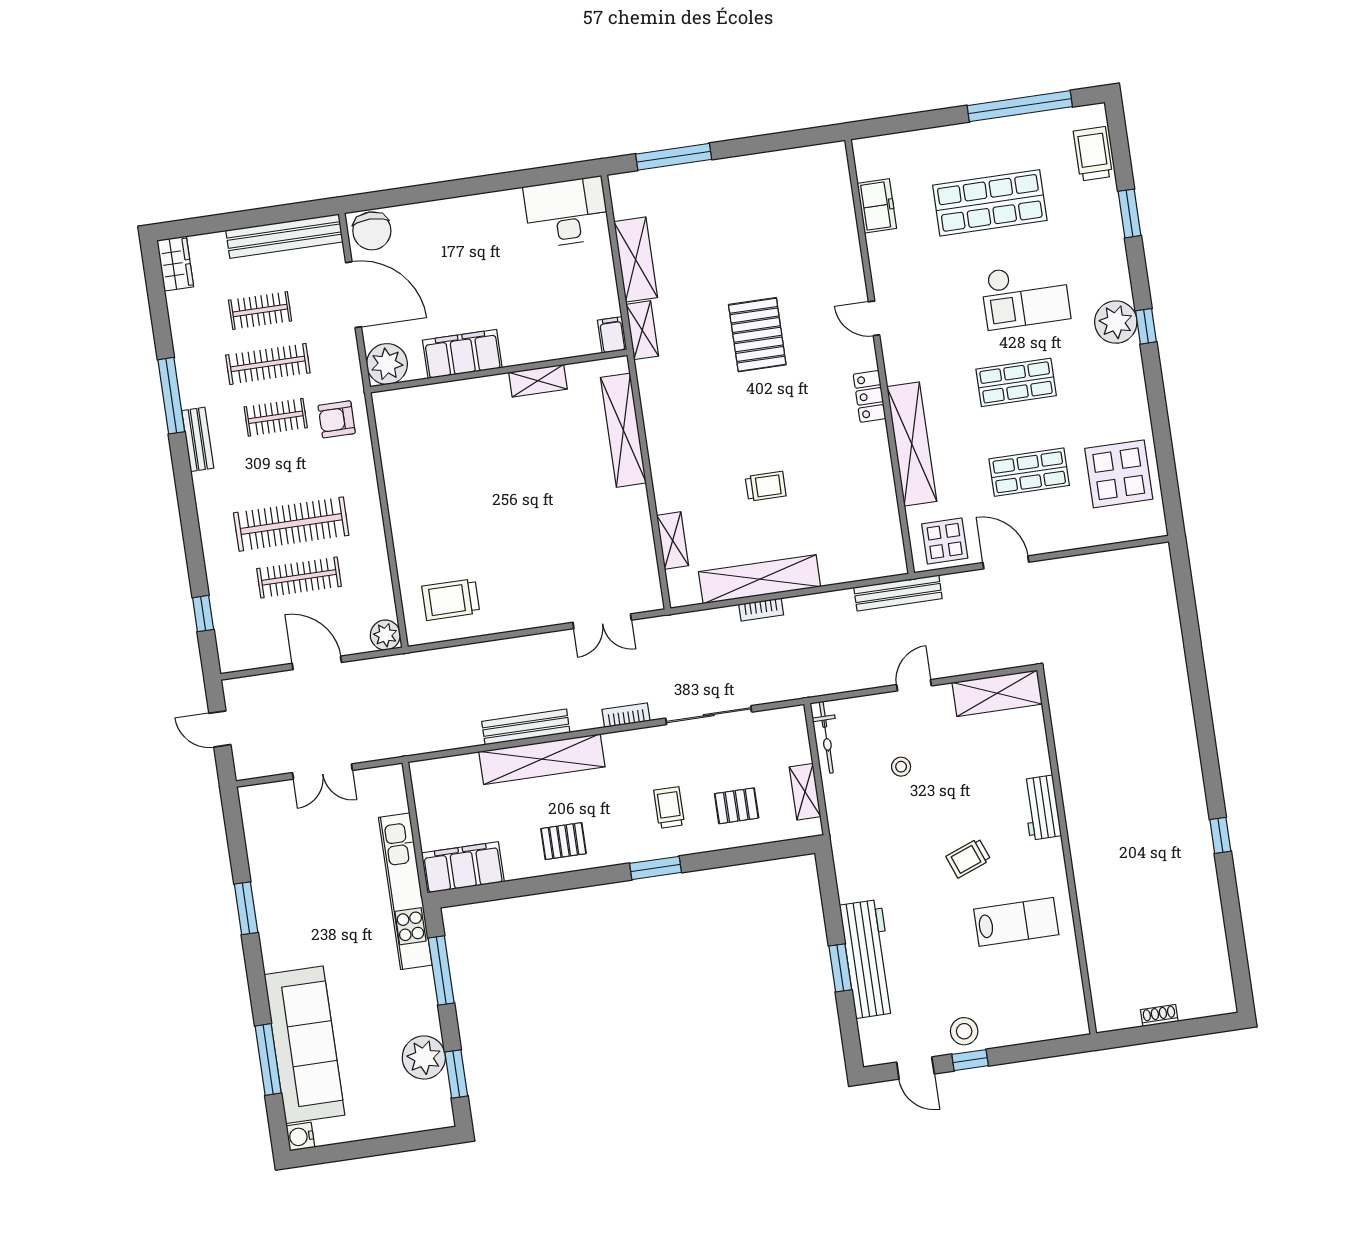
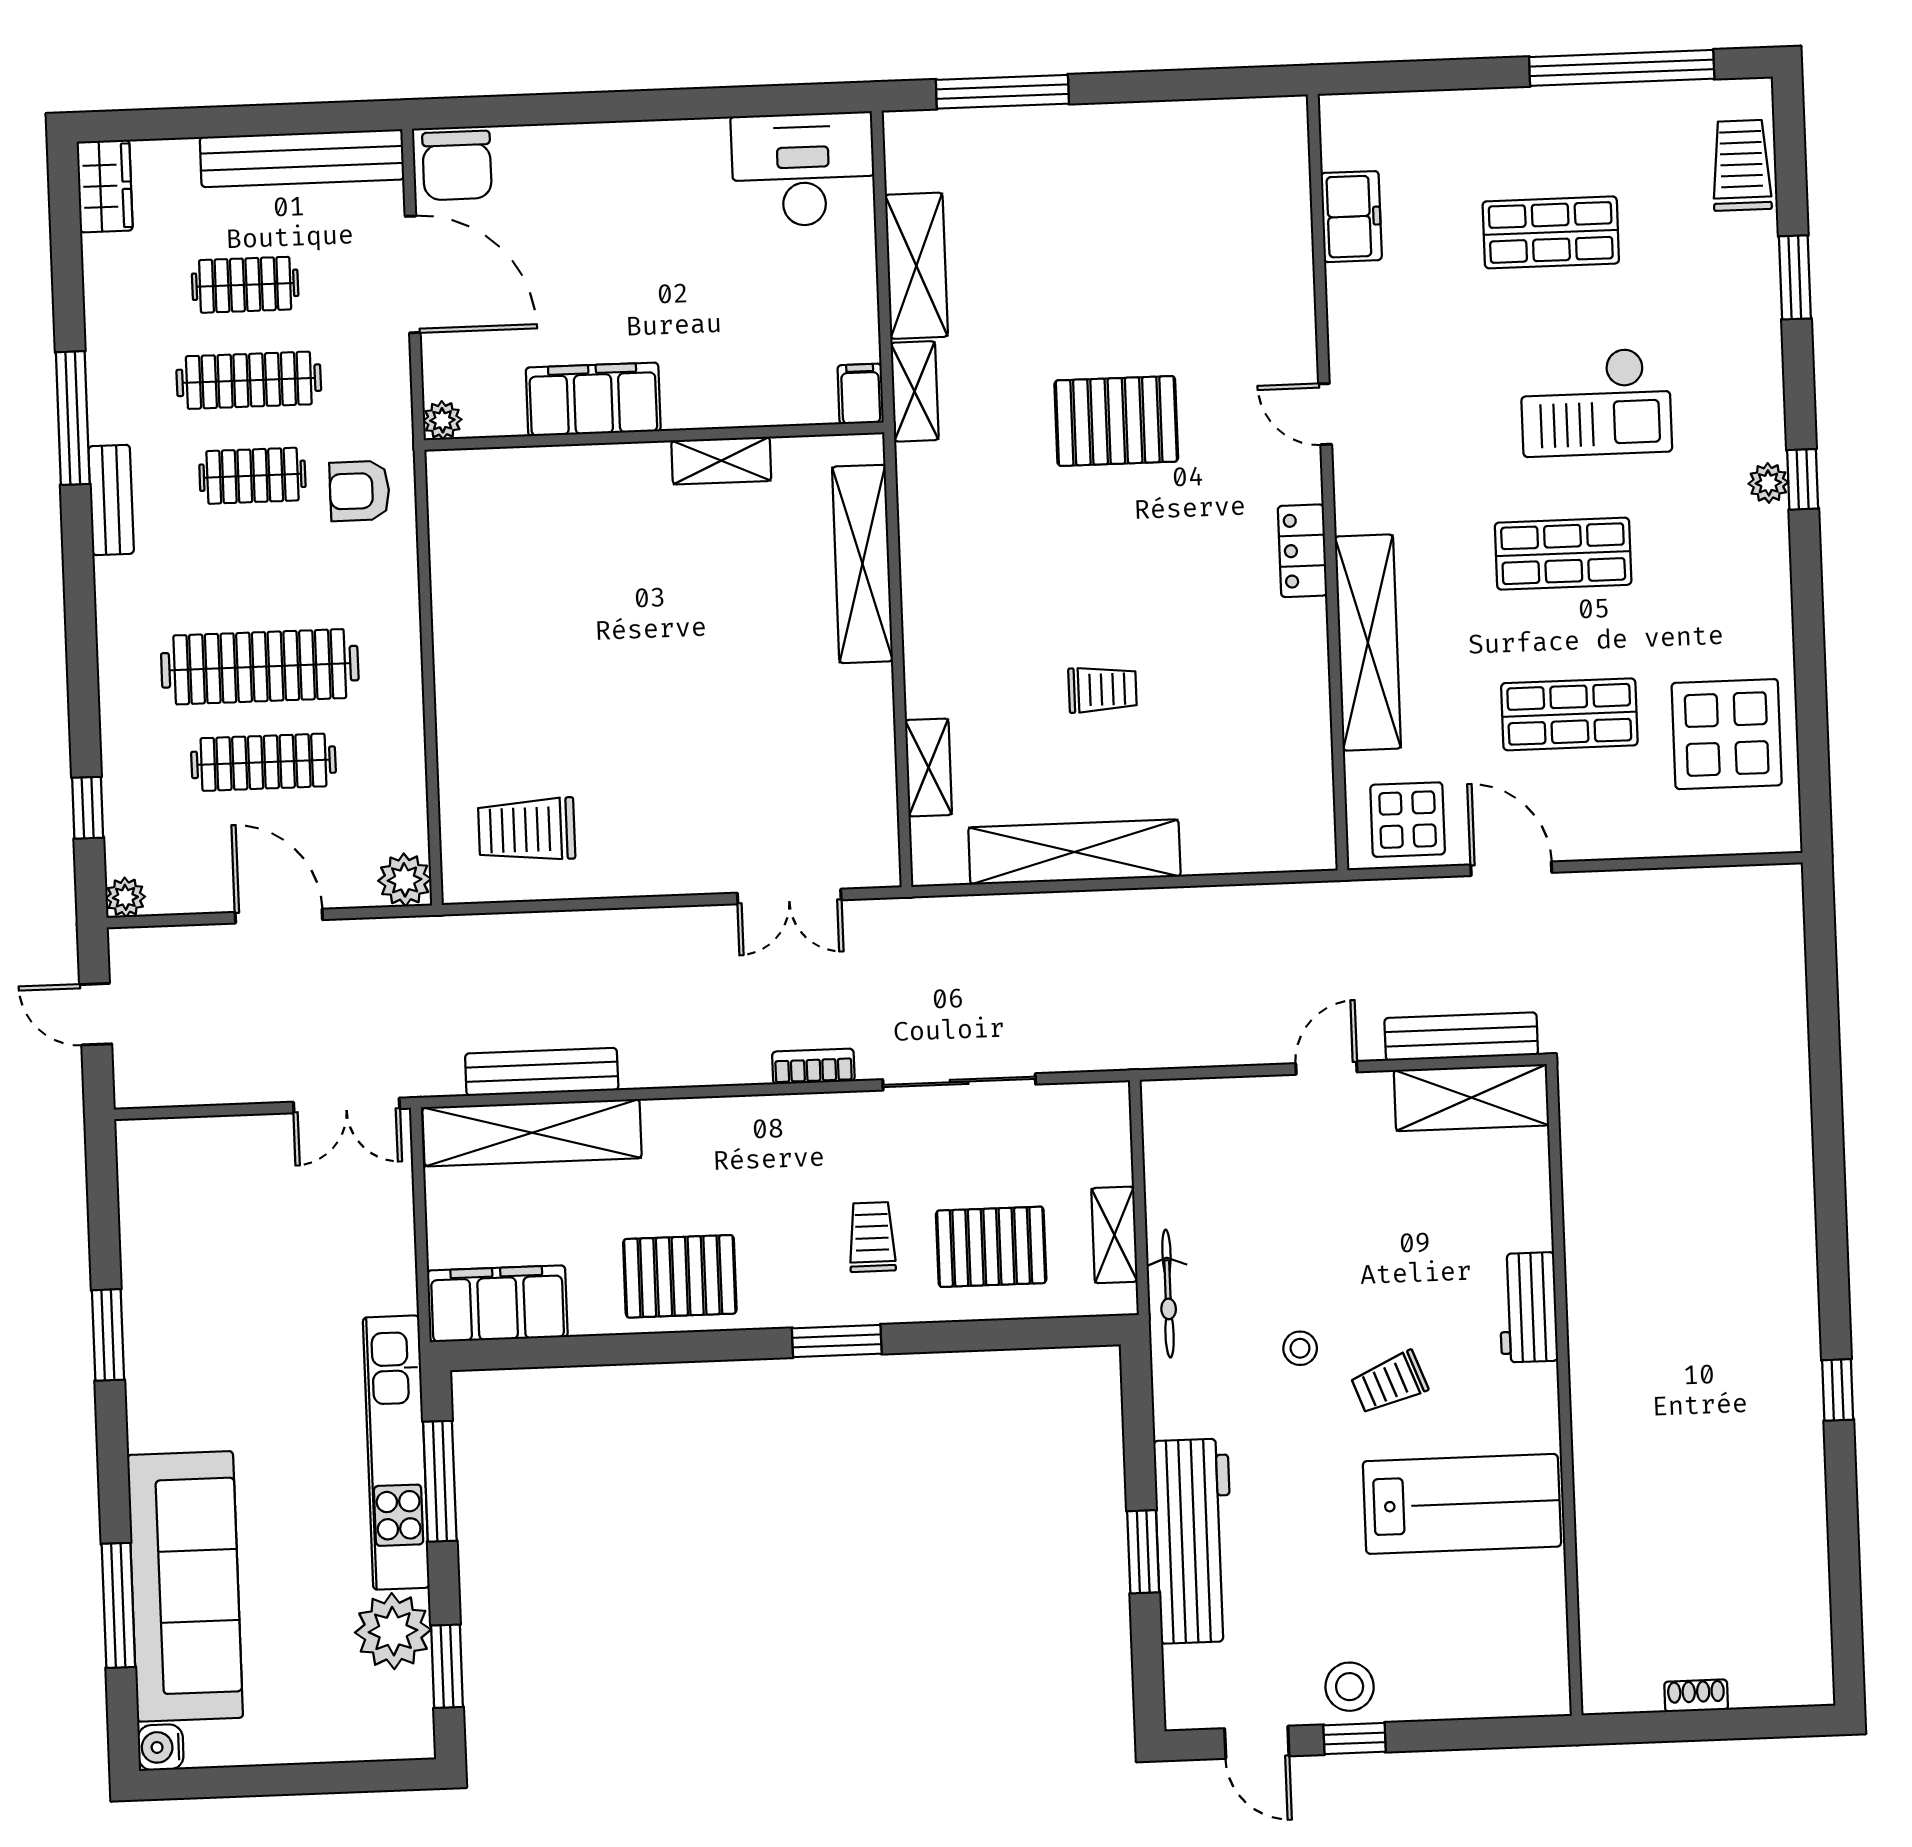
shop shelf: (990, 203) -> (1551, 232), width x0.70, depth x0.74
plant: (1116, 322) -> (1768, 483), width x0.53, depth x0.53
pallet: (757, 335) -> (1116, 421), turned 90
plant: (387, 364) -> (442, 420), width x0.53, depth x0.53
bench: (898, 593) -> (1461, 1036), moved
bookcase: (761, 610) -> (1071, 906), removed
plant: (230, 662) -> (125, 897), added
bench: (526, 727) -> (542, 1072), moved
bicycle: (826, 737) -> (1168, 1294), moved
shelving: (542, 759) -> (532, 1133), moved
stool: (901, 767) -> (1300, 1348), moved
double door: (322, 772) -> (347, 1105), moved
pallet: (737, 806) -> (991, 1247), width x1.50, depth x1.42
pallet: (564, 841) -> (680, 1276), width x1.50, depth x1.42
kitchen unit: (405, 891) -> (396, 1453), moved
lab bench: (1016, 922) -> (1462, 1504), width x1.36, depth x1.39

